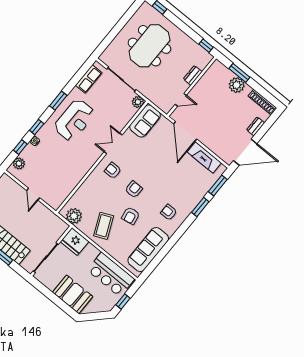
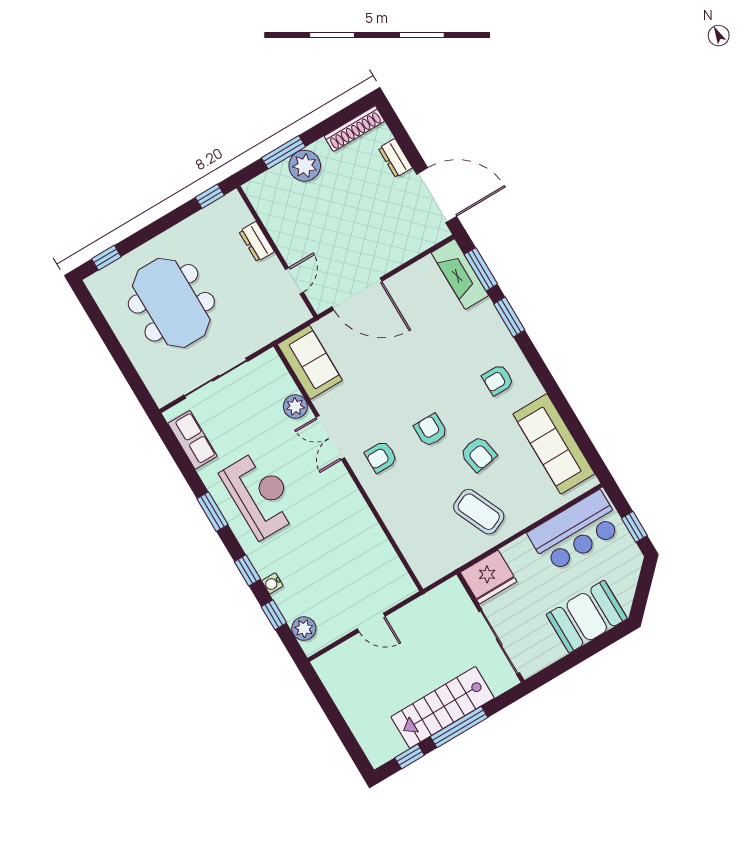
plant: (138, 102) -> (295, 407), moved
door: (245, 152) -> (437, 195), hinge flipped
fireplace: (204, 157) -> (460, 274), moved, turned 90
plant: (74, 216) -> (440, 561), removed

